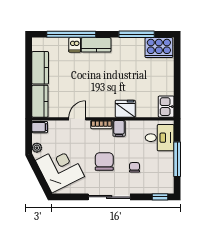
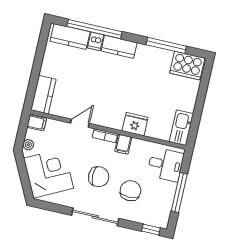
kitchen counter: (40, 68) -> (70, 37), moved, turned 90
kitchen sink: (166, 107) -> (181, 128), width x1.38
chair: (104, 161) -> (99, 177), turned 90
chair: (134, 167) -> (130, 191), width x1.87, depth x1.87

